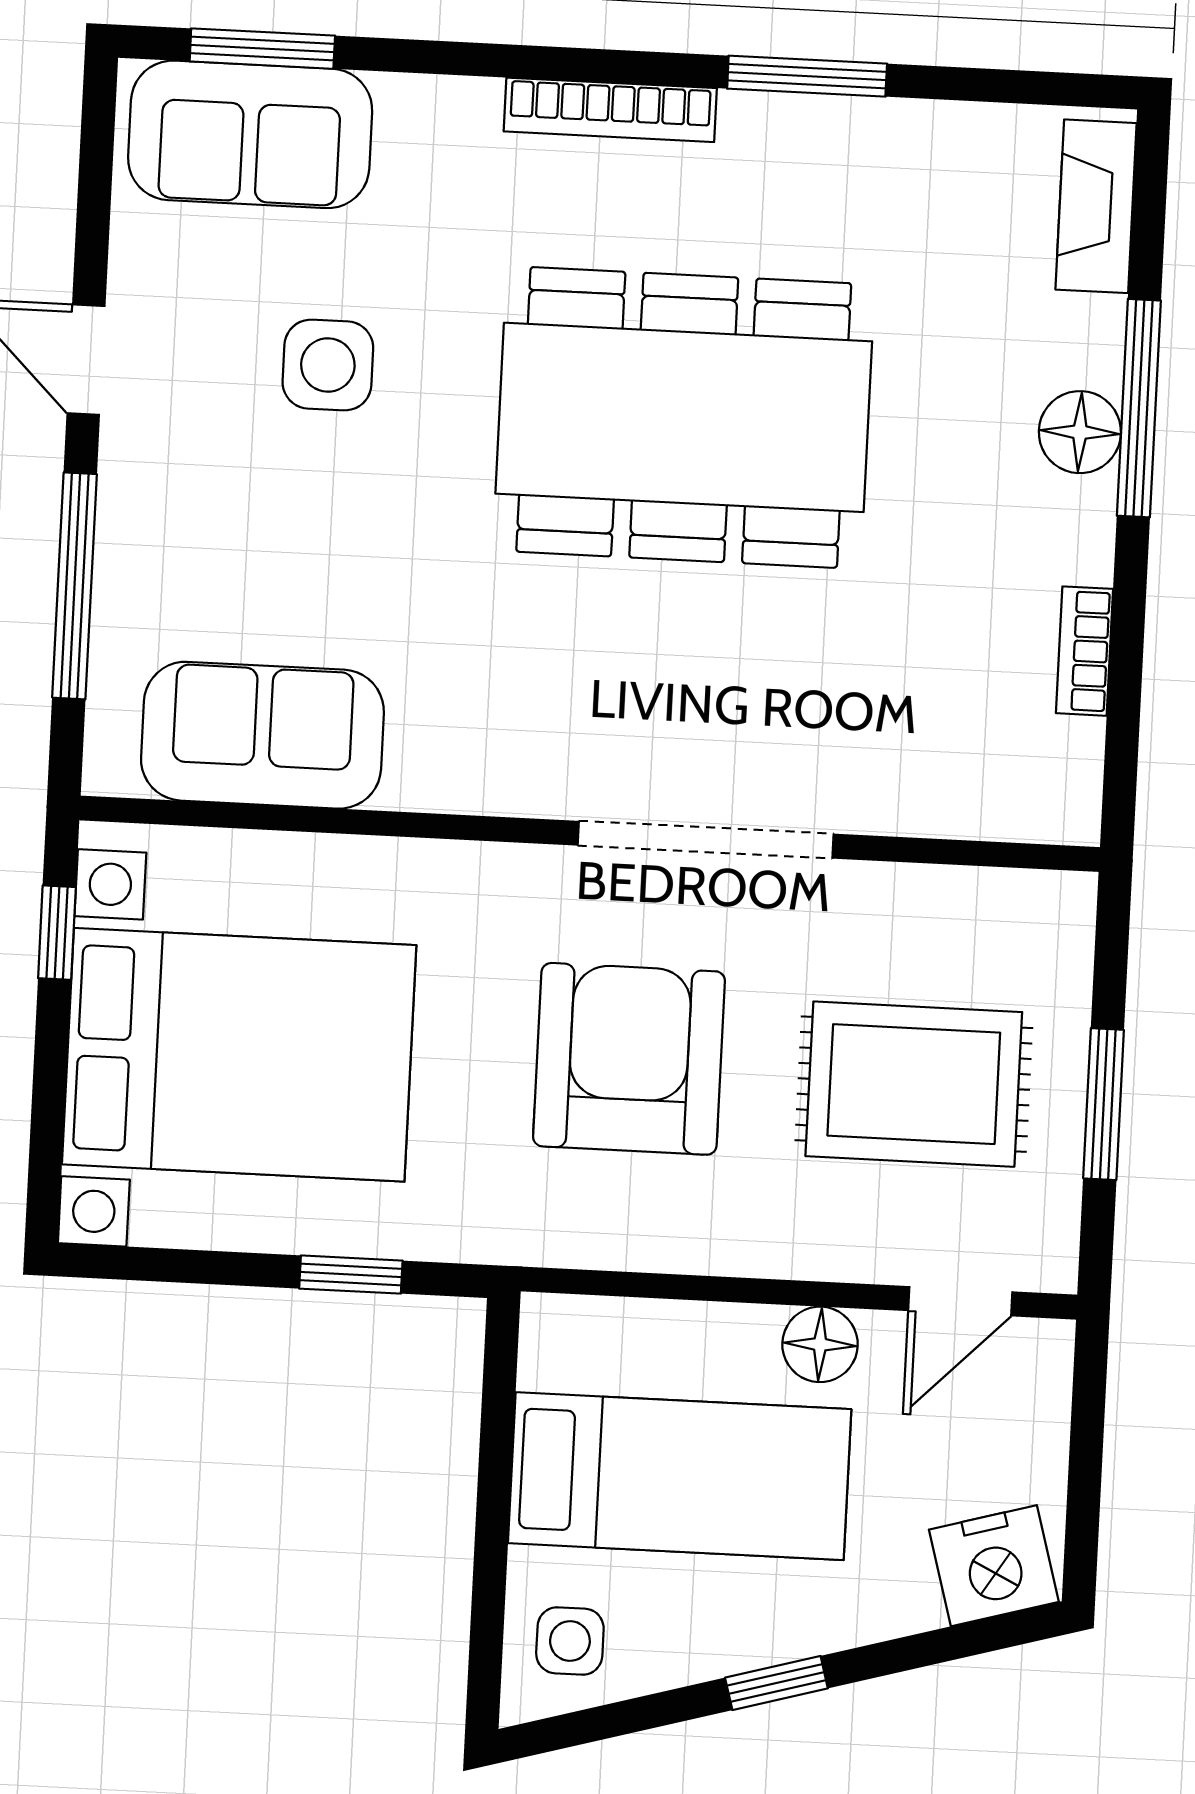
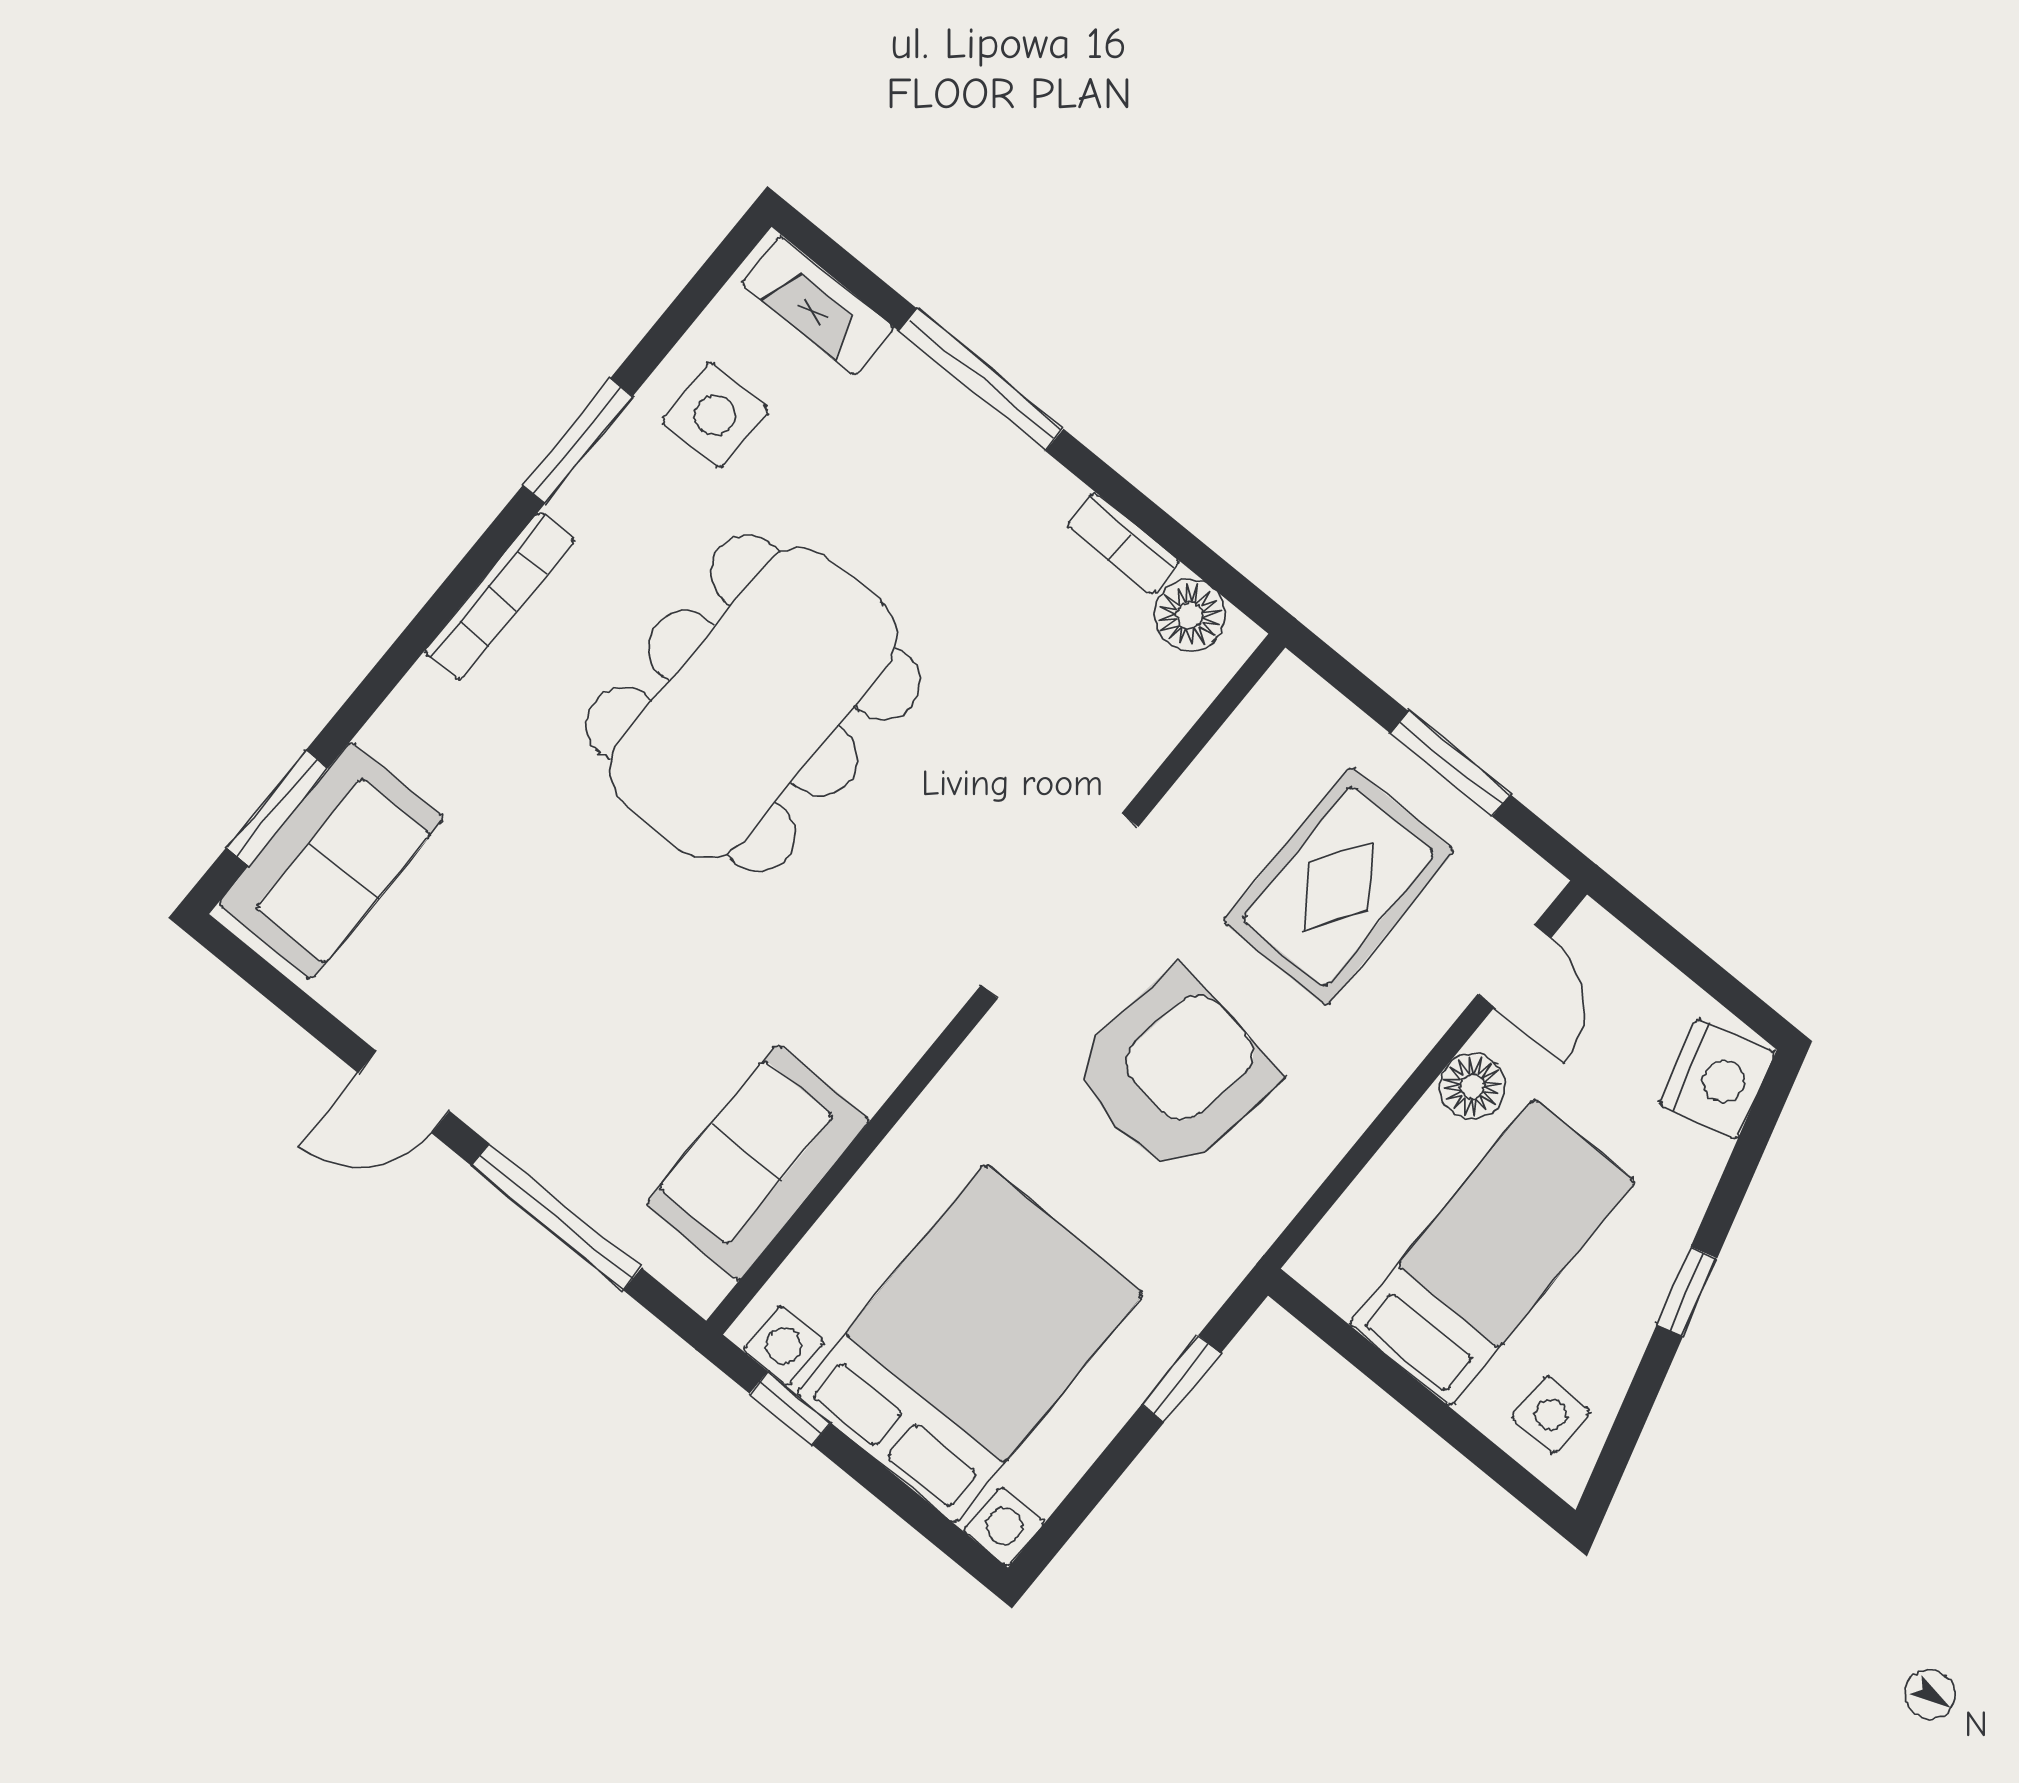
side table: (328, 365) -> (715, 415), moved
floor lamp: (1080, 432) -> (1190, 615), moved
armchair: (629, 1059) -> (1174, 1073), turned 98

